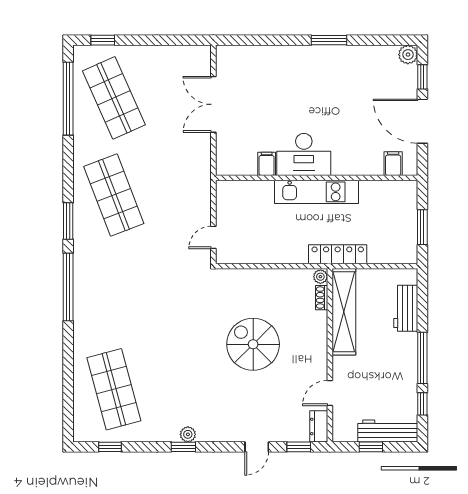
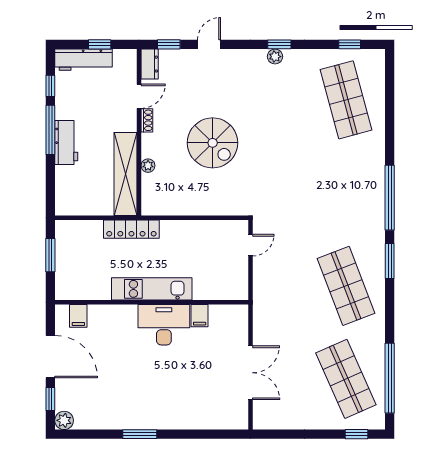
plant: (320, 277) -> (148, 166), moved
shoe rack: (322, 298) -> (147, 120), moved
workbench: (406, 308) -> (66, 142), moved

